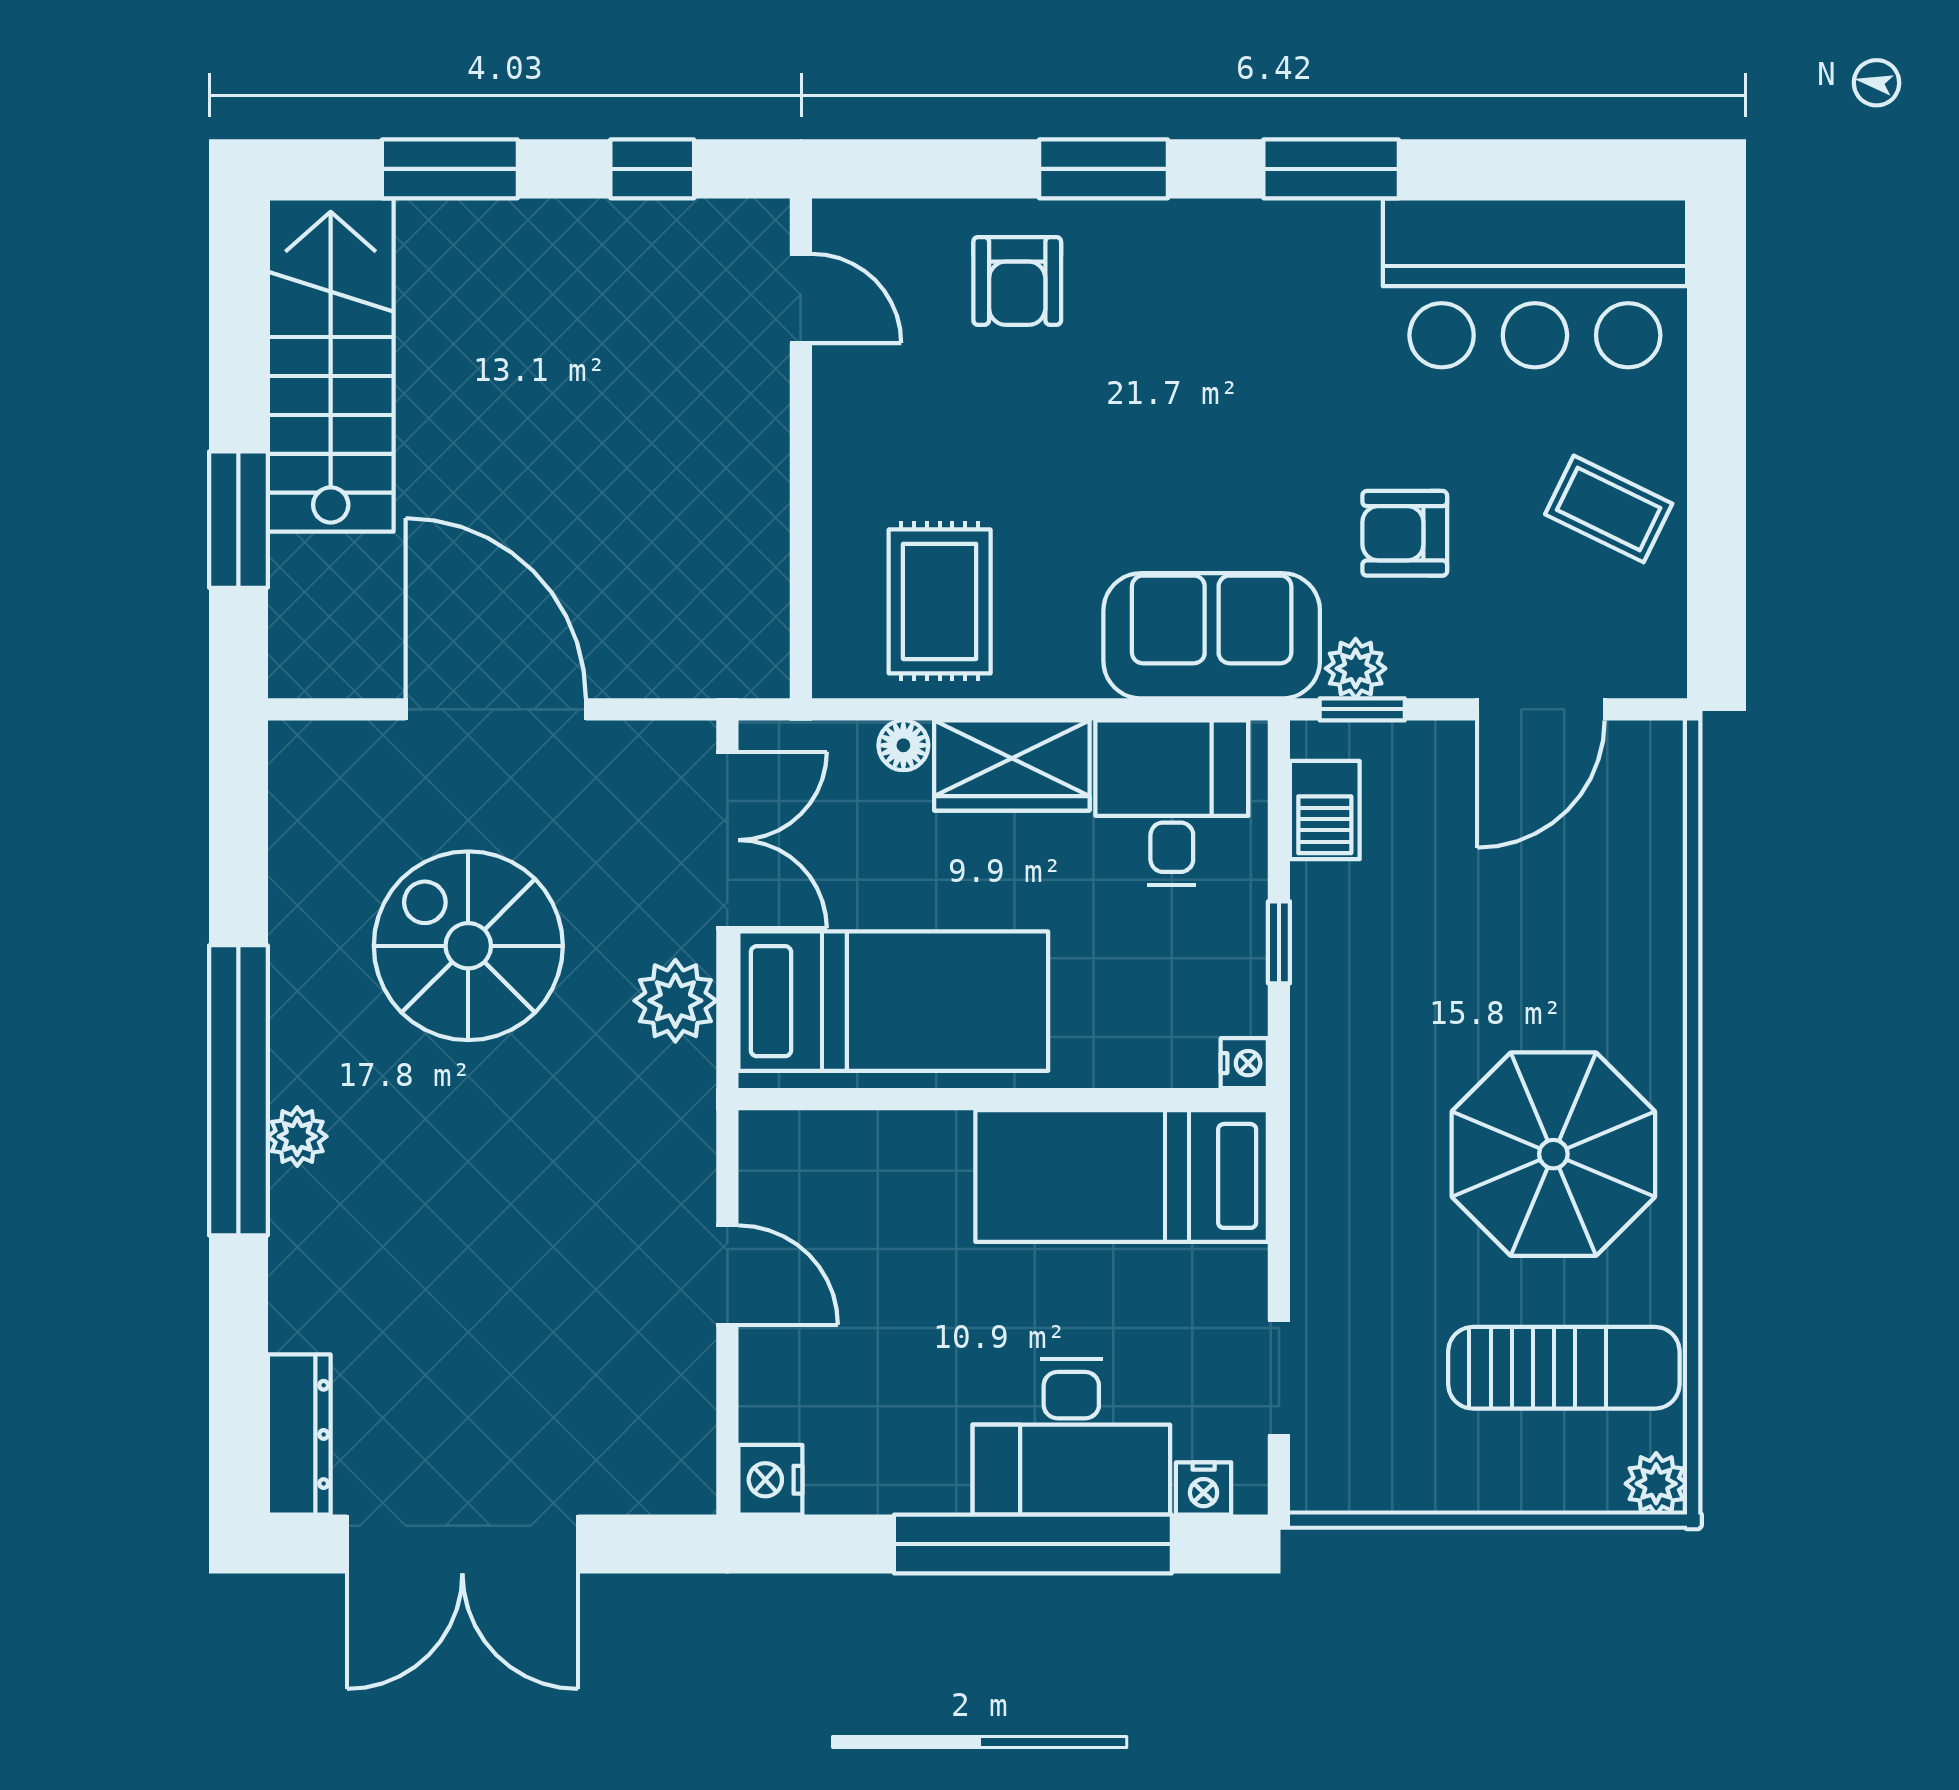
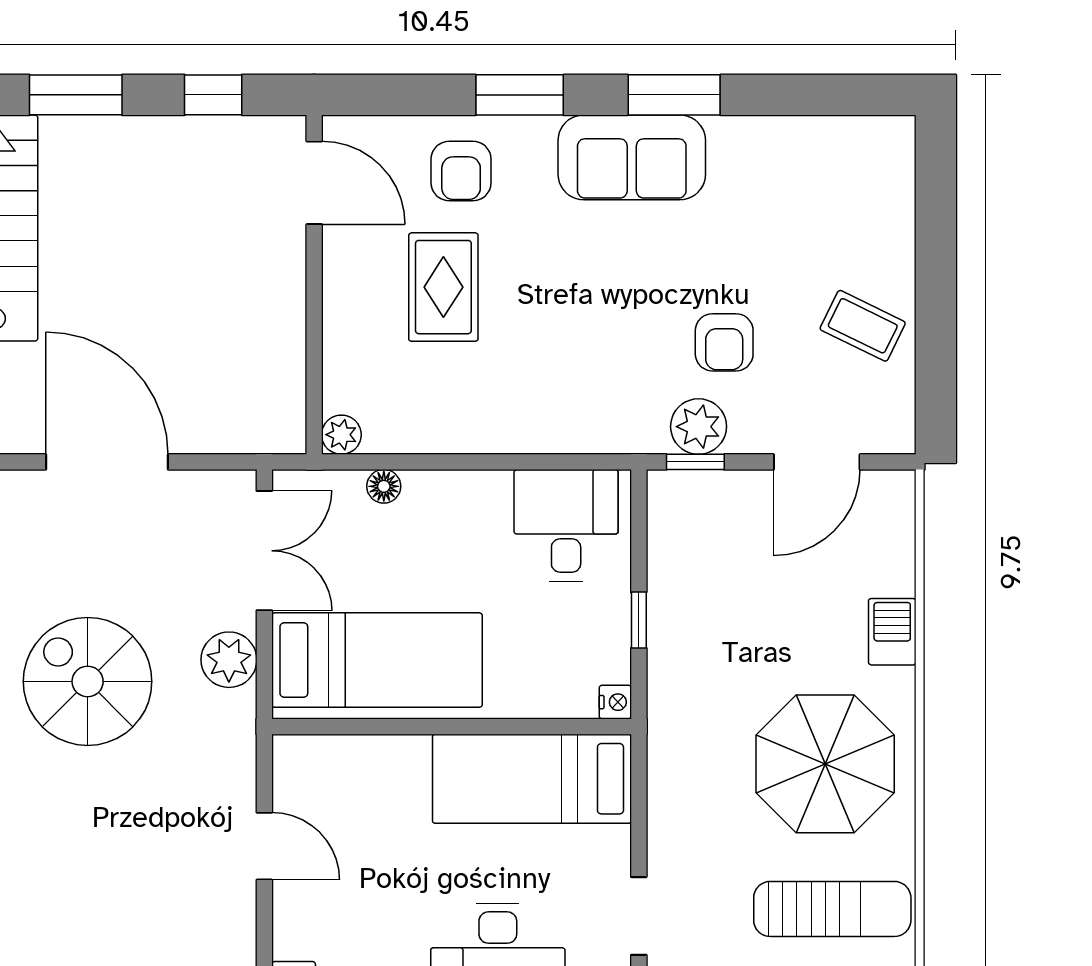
bar counter: (1535, 283) -> (813, 172), removed
door: (801, 298) -> (314, 183), width x1.37
armchair: (1405, 533) -> (724, 342), turned -90
rug: (940, 601) -> (443, 287), moved
sofa: (1212, 636) -> (632, 157), moved, turned 180
plant: (1356, 668) -> (699, 427), width x1.38, depth x1.38
plant: (841, 669) -> (341, 435), added
wardrobe: (1012, 765) -> (457, 500), removed
barbecue: (1325, 810) -> (892, 632), moved, turned 180
spiral stairs: (468, 946) -> (88, 681), moved

